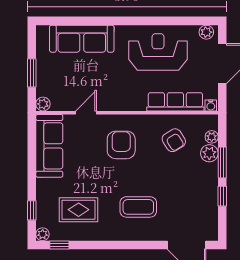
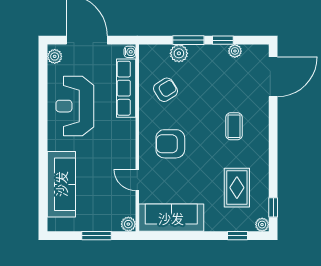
plant: (212, 137) -> (235, 51), moved
coffee table: (138, 207) -> (234, 126), width x0.73, depth x0.77

